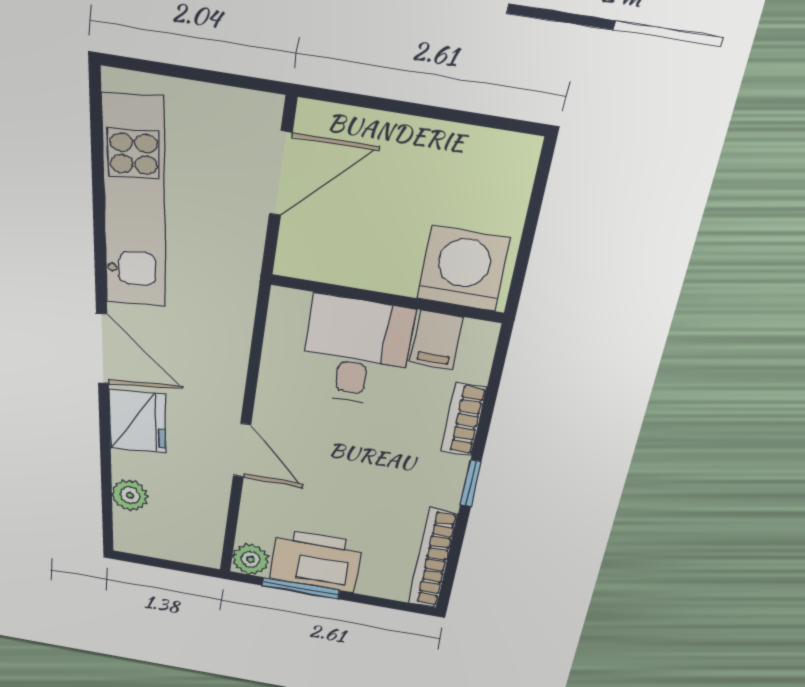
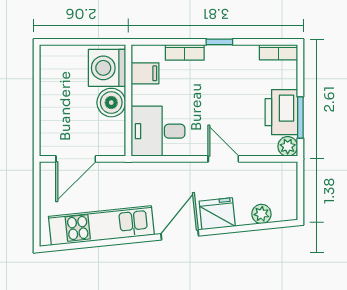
door: (281, 174) -> (76, 159), swing flipped
boiler: (389, 265) -> (111, 103), added
desk: (356, 351) -> (158, 131), moved
door: (242, 450) -> (223, 159), hinge flipped
bookcase: (433, 559) -> (278, 52), width x0.64

